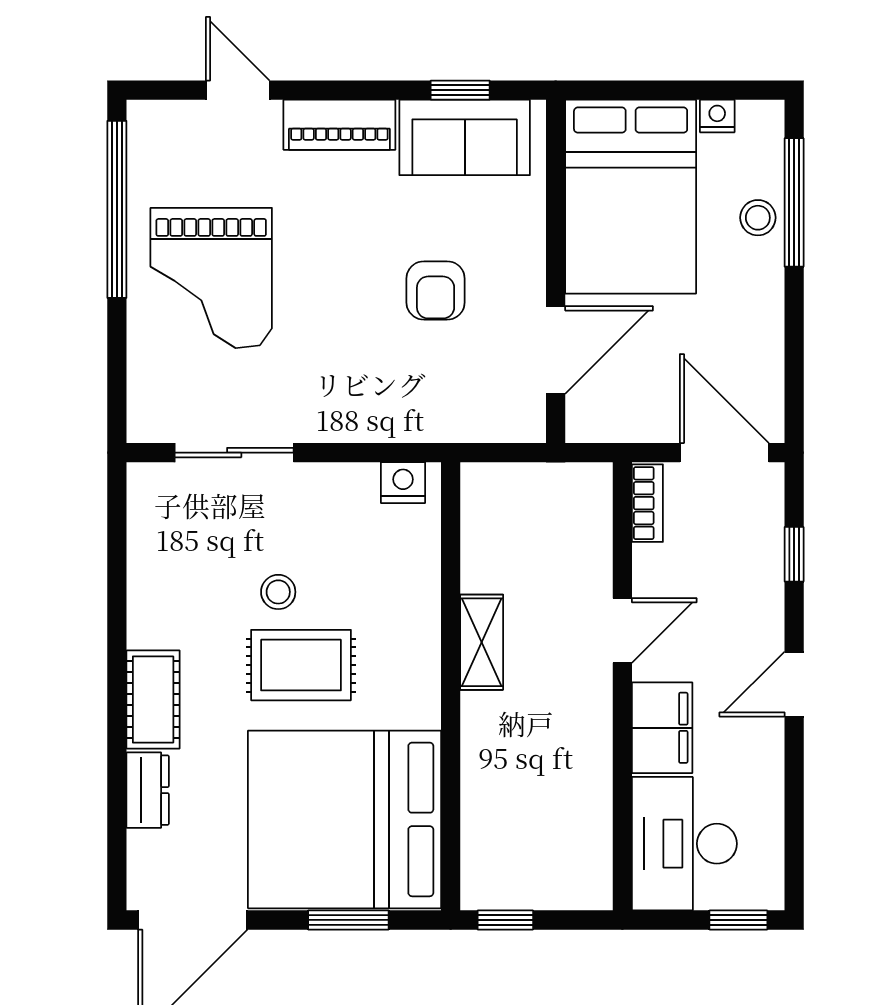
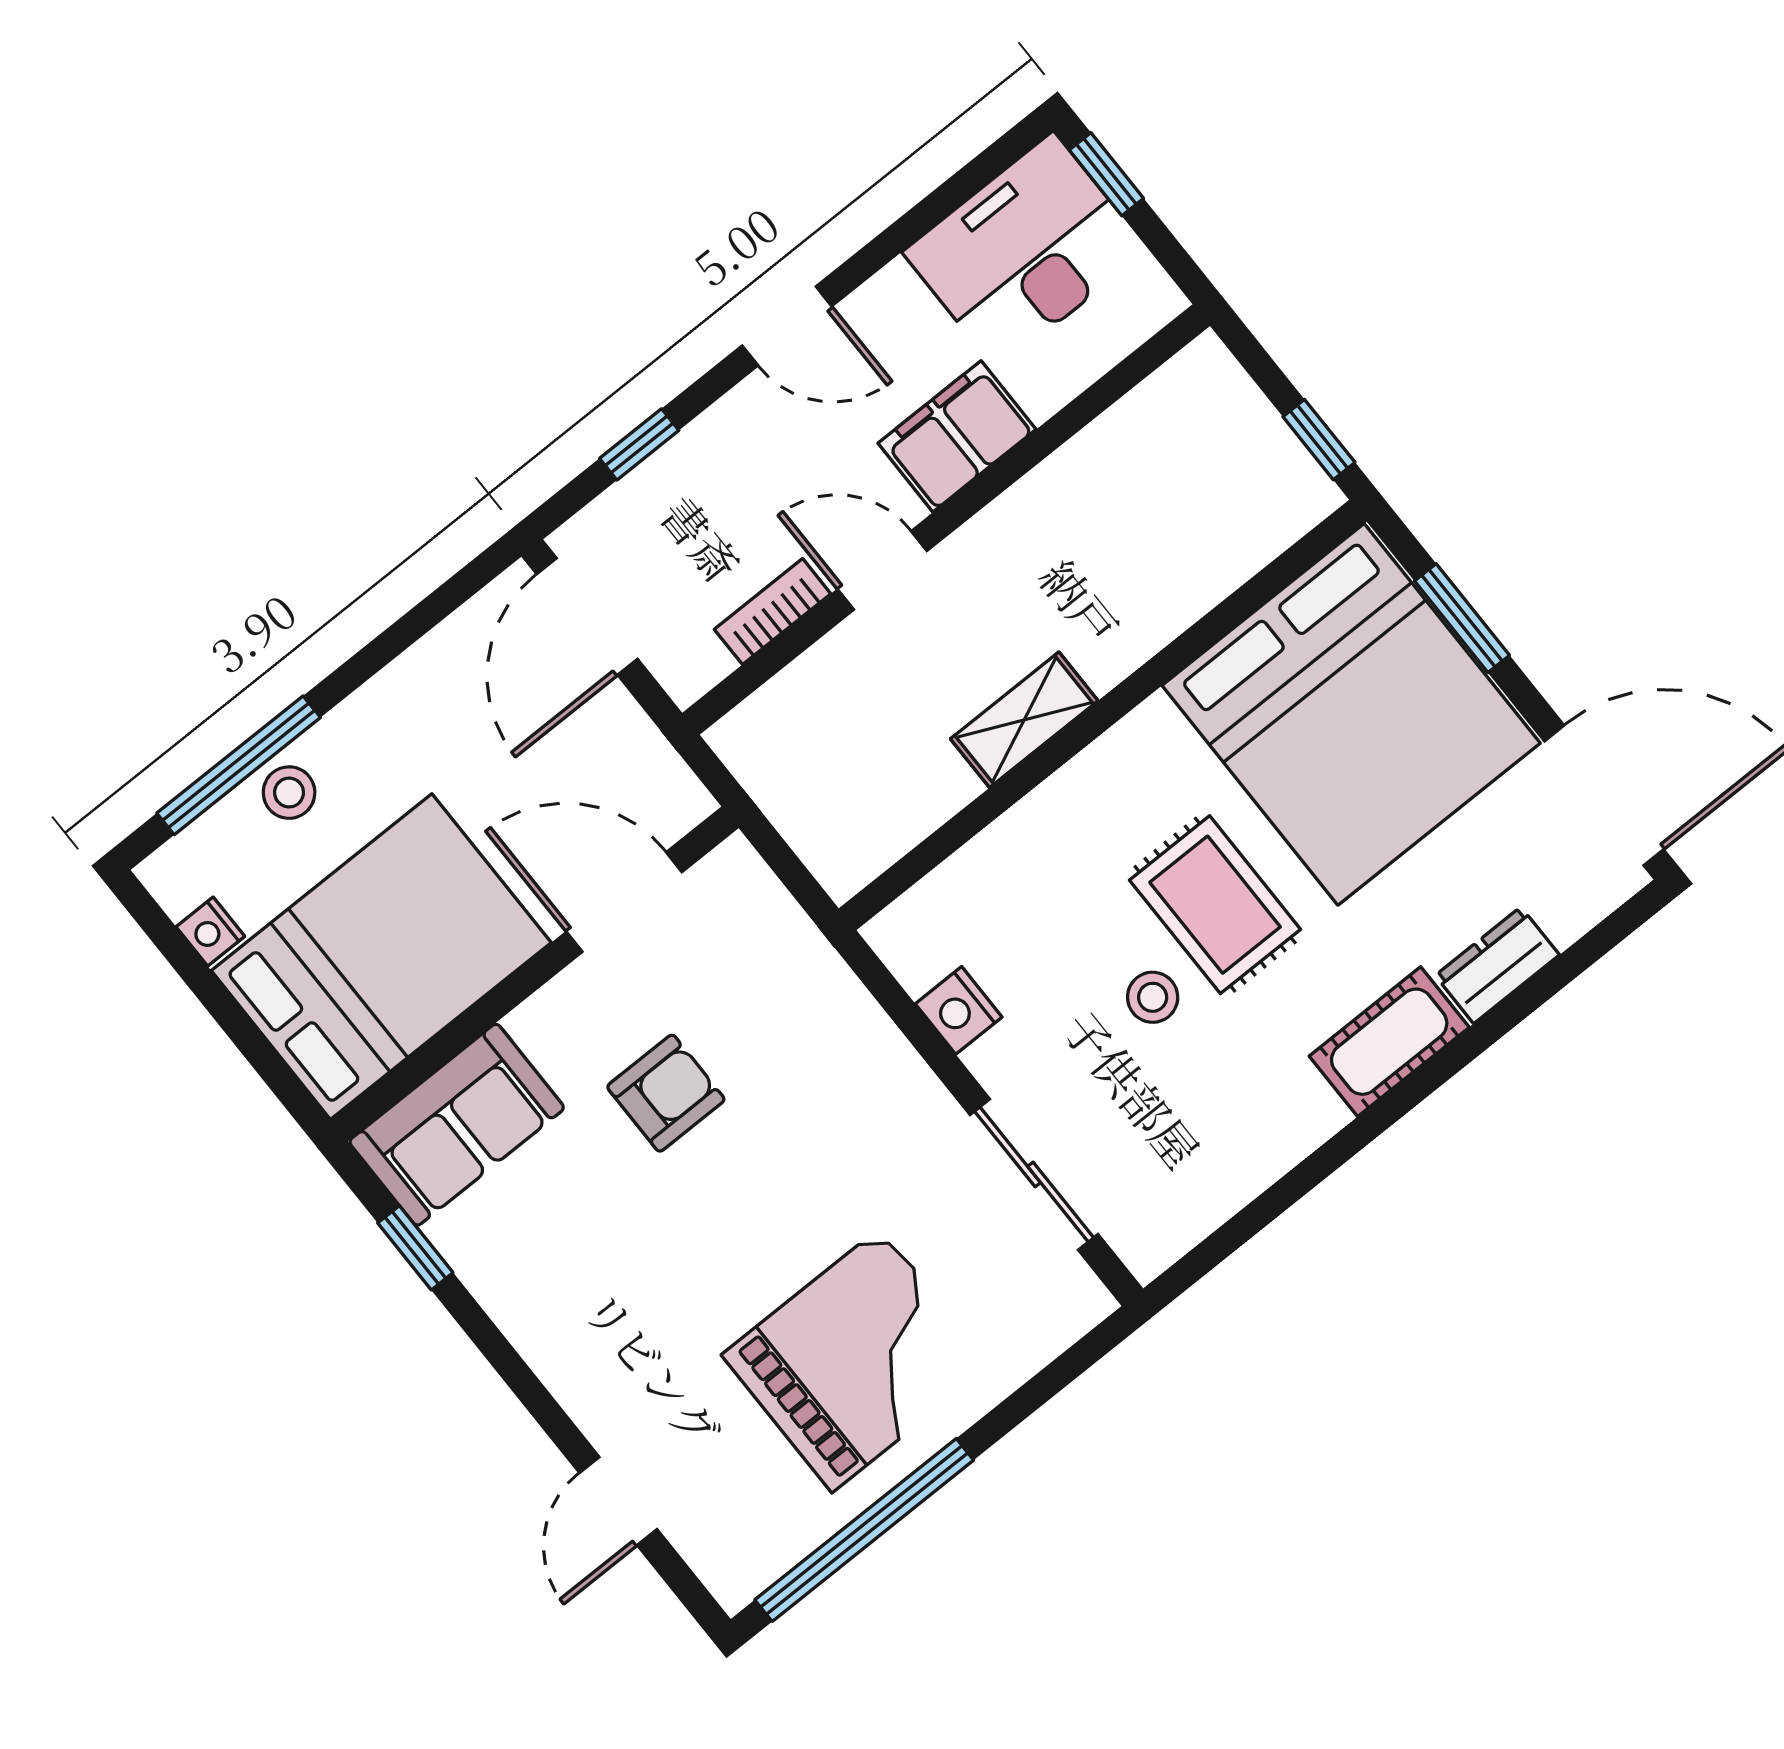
piano: (339, 125) -> (565, 1354), removed
sofa: (465, 137) -> (457, 1125), moved, turned 90
nightstand: (403, 483) -> (959, 1010), moved
bookcase: (647, 503) -> (773, 612), moved
desk: (684, 844) -> (1025, 251), moved, turned 180

